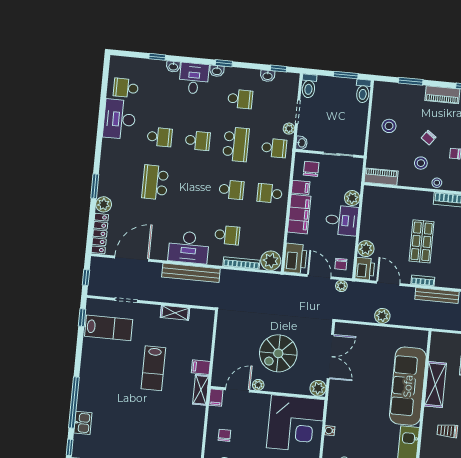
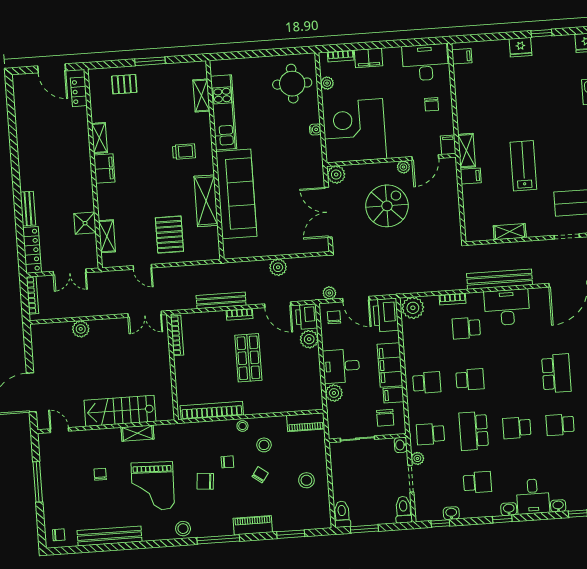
school desk: (240, 99) -> (477, 482), turned 180
school desk: (232, 190) -> (470, 380), turned 180
bookcase: (241, 263) -> (453, 299), width x0.64

